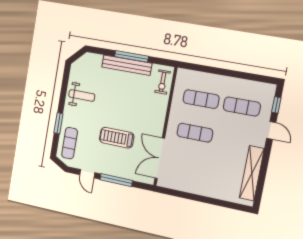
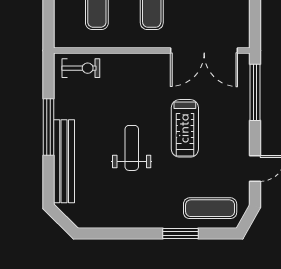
bench: (127, 65) -> (64, 161), moved
weight bench: (82, 96) -> (132, 148), moved
window: (116, 180) -> (255, 92), moved

